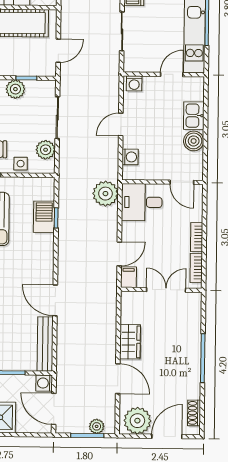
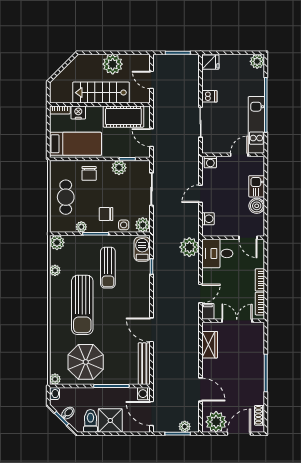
door: (58, 51) -> (152, 138), swing flipped
plant: (46, 150) -> (143, 225), moved
barbecue: (44, 217) -> (142, 249), moved
wardrobe: (130, 342) -> (210, 345), moved

